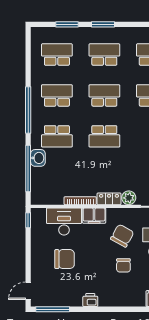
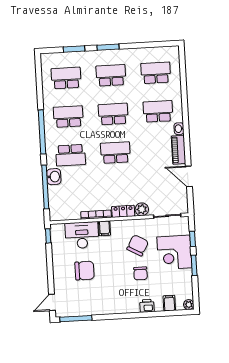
school desk: (104, 136) -> (115, 153), turned 180
filing cabinet: (94, 216) -> (104, 228), width x0.50
printer: (90, 300) -> (147, 306), moved

